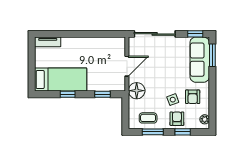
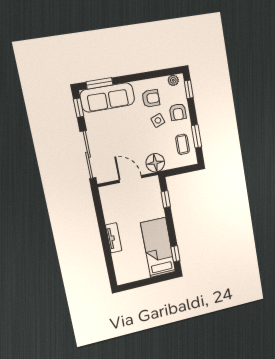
tv unit: (48, 42) -> (114, 238), moved
window: (68, 94) -> (175, 254), moved
armchair: (177, 119) -> (178, 112), turned -90
window: (183, 132) -> (189, 89), moved

